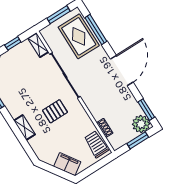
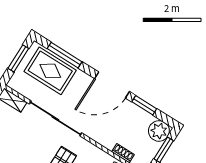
door: (122, 71) -> (112, 85), swing flipped
window: (146, 110) -> (144, 105), moved

